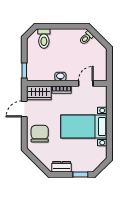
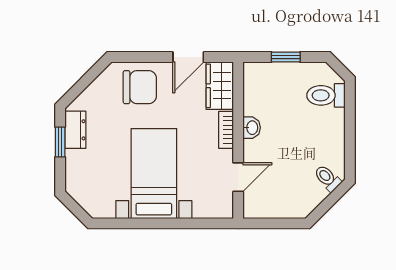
window: (24, 70) -> (286, 57), moved
door: (86, 83) -> (238, 177), hinge flipped
door: (24, 109) -> (188, 57), swing flipped
window: (80, 174) -> (60, 142), moved

